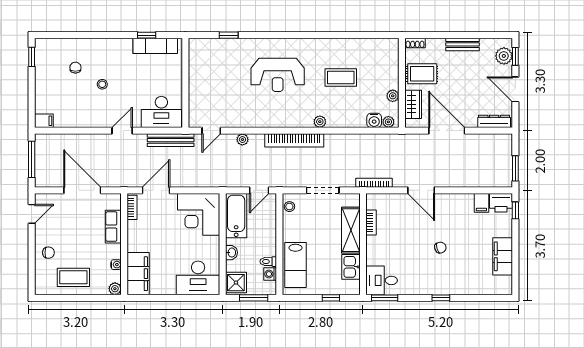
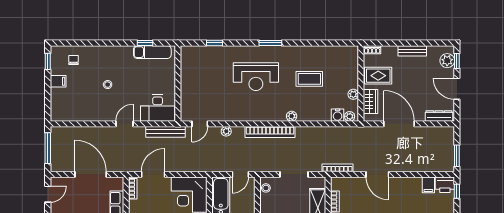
window: (295, 35) -> (270, 43), added
chair: (75, 68) -> (73, 60), moved
filing cabinet: (44, 121) -> (58, 81), moved

